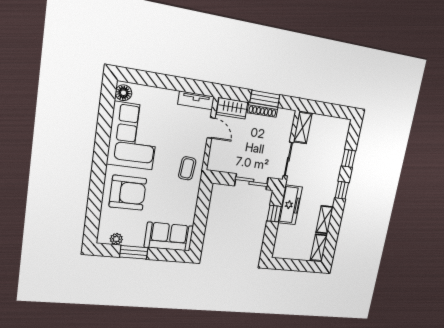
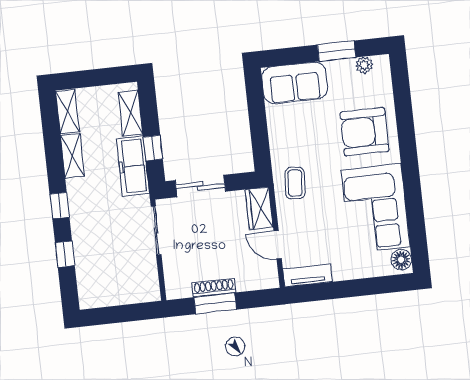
wardrobe: (232, 108) -> (259, 208), moved, turned -90
shelving: (303, 128) -> (130, 113), moved

